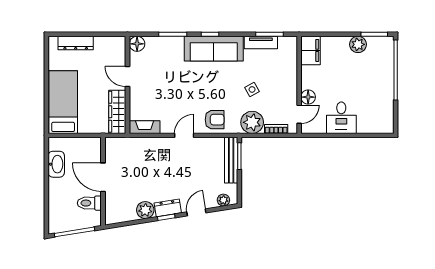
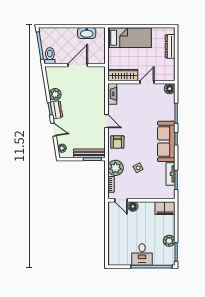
desk: (341, 118) -> (142, 255), moved, turned -90
toilet: (89, 203) -> (50, 56), moved

